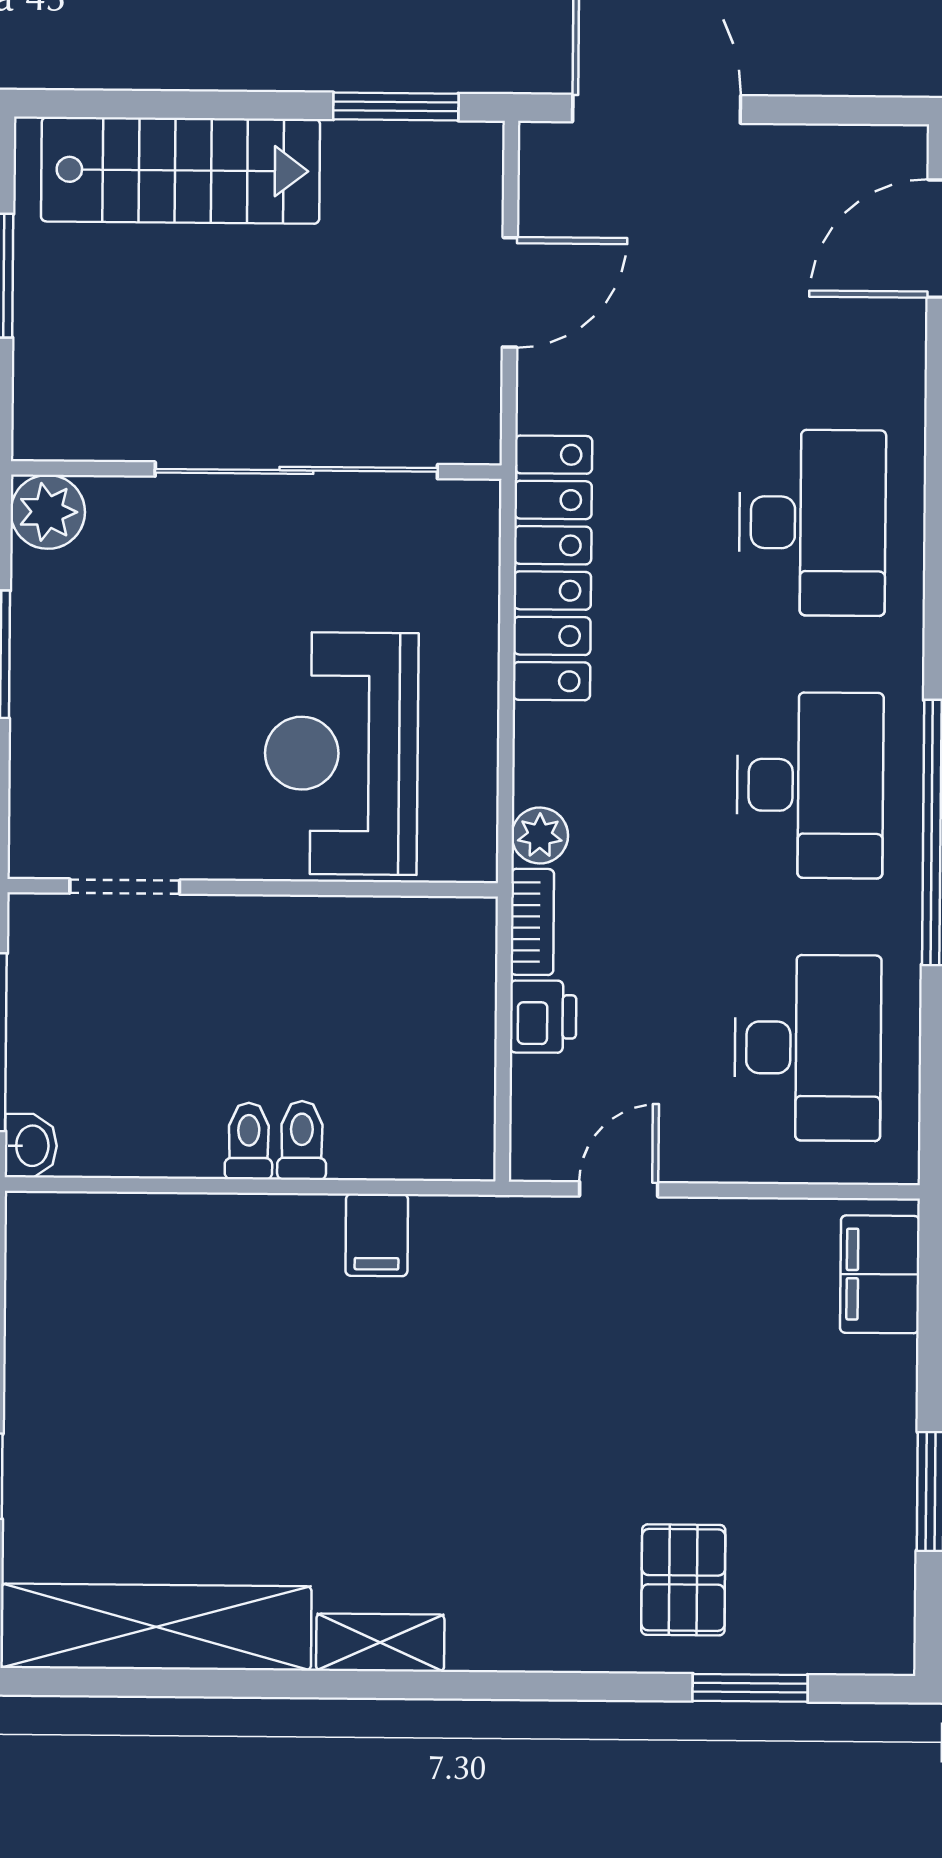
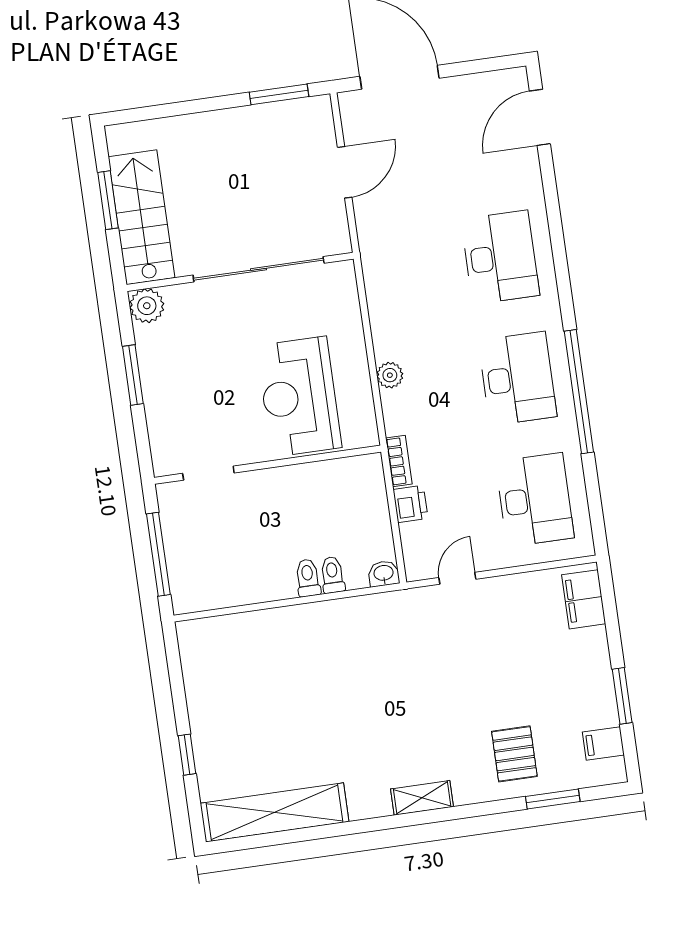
stairs: (181, 170) -> (141, 217), moved, turned -90
locker: (553, 568) -> (384, 296), removed
plant: (540, 835) -> (390, 375), moved
toilet: (249, 1141) -> (332, 575), moved
washbasin: (31, 1146) -> (384, 574), moved, turned -90
filing cabinet: (377, 1235) -> (603, 743), moved, turned 90
shelving: (380, 1643) -> (422, 798), moved

